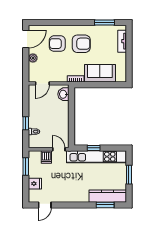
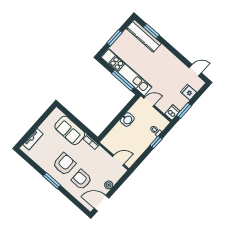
window: (104, 22) -> (52, 181), moved
armchair: (57, 44) -> (82, 180), turned 180
armchair: (81, 44) -> (64, 164), turned 90
washbasin: (63, 94) -> (127, 119), moved
window: (94, 148) -> (123, 80), width x2.17
door: (59, 149) -> (149, 102), swing flipped
dishwasher: (46, 157) -> (172, 113), moved

